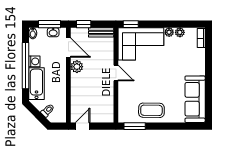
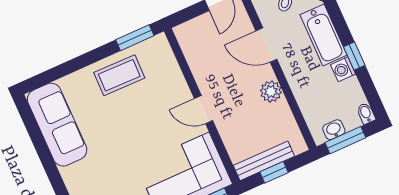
window: (84, 24) -> (274, 172), moved
bench: (101, 32) -> (264, 161), width x1.36
door: (68, 48) -> (266, 45), moved
window: (25, 66) -> (354, 56), width x0.32

